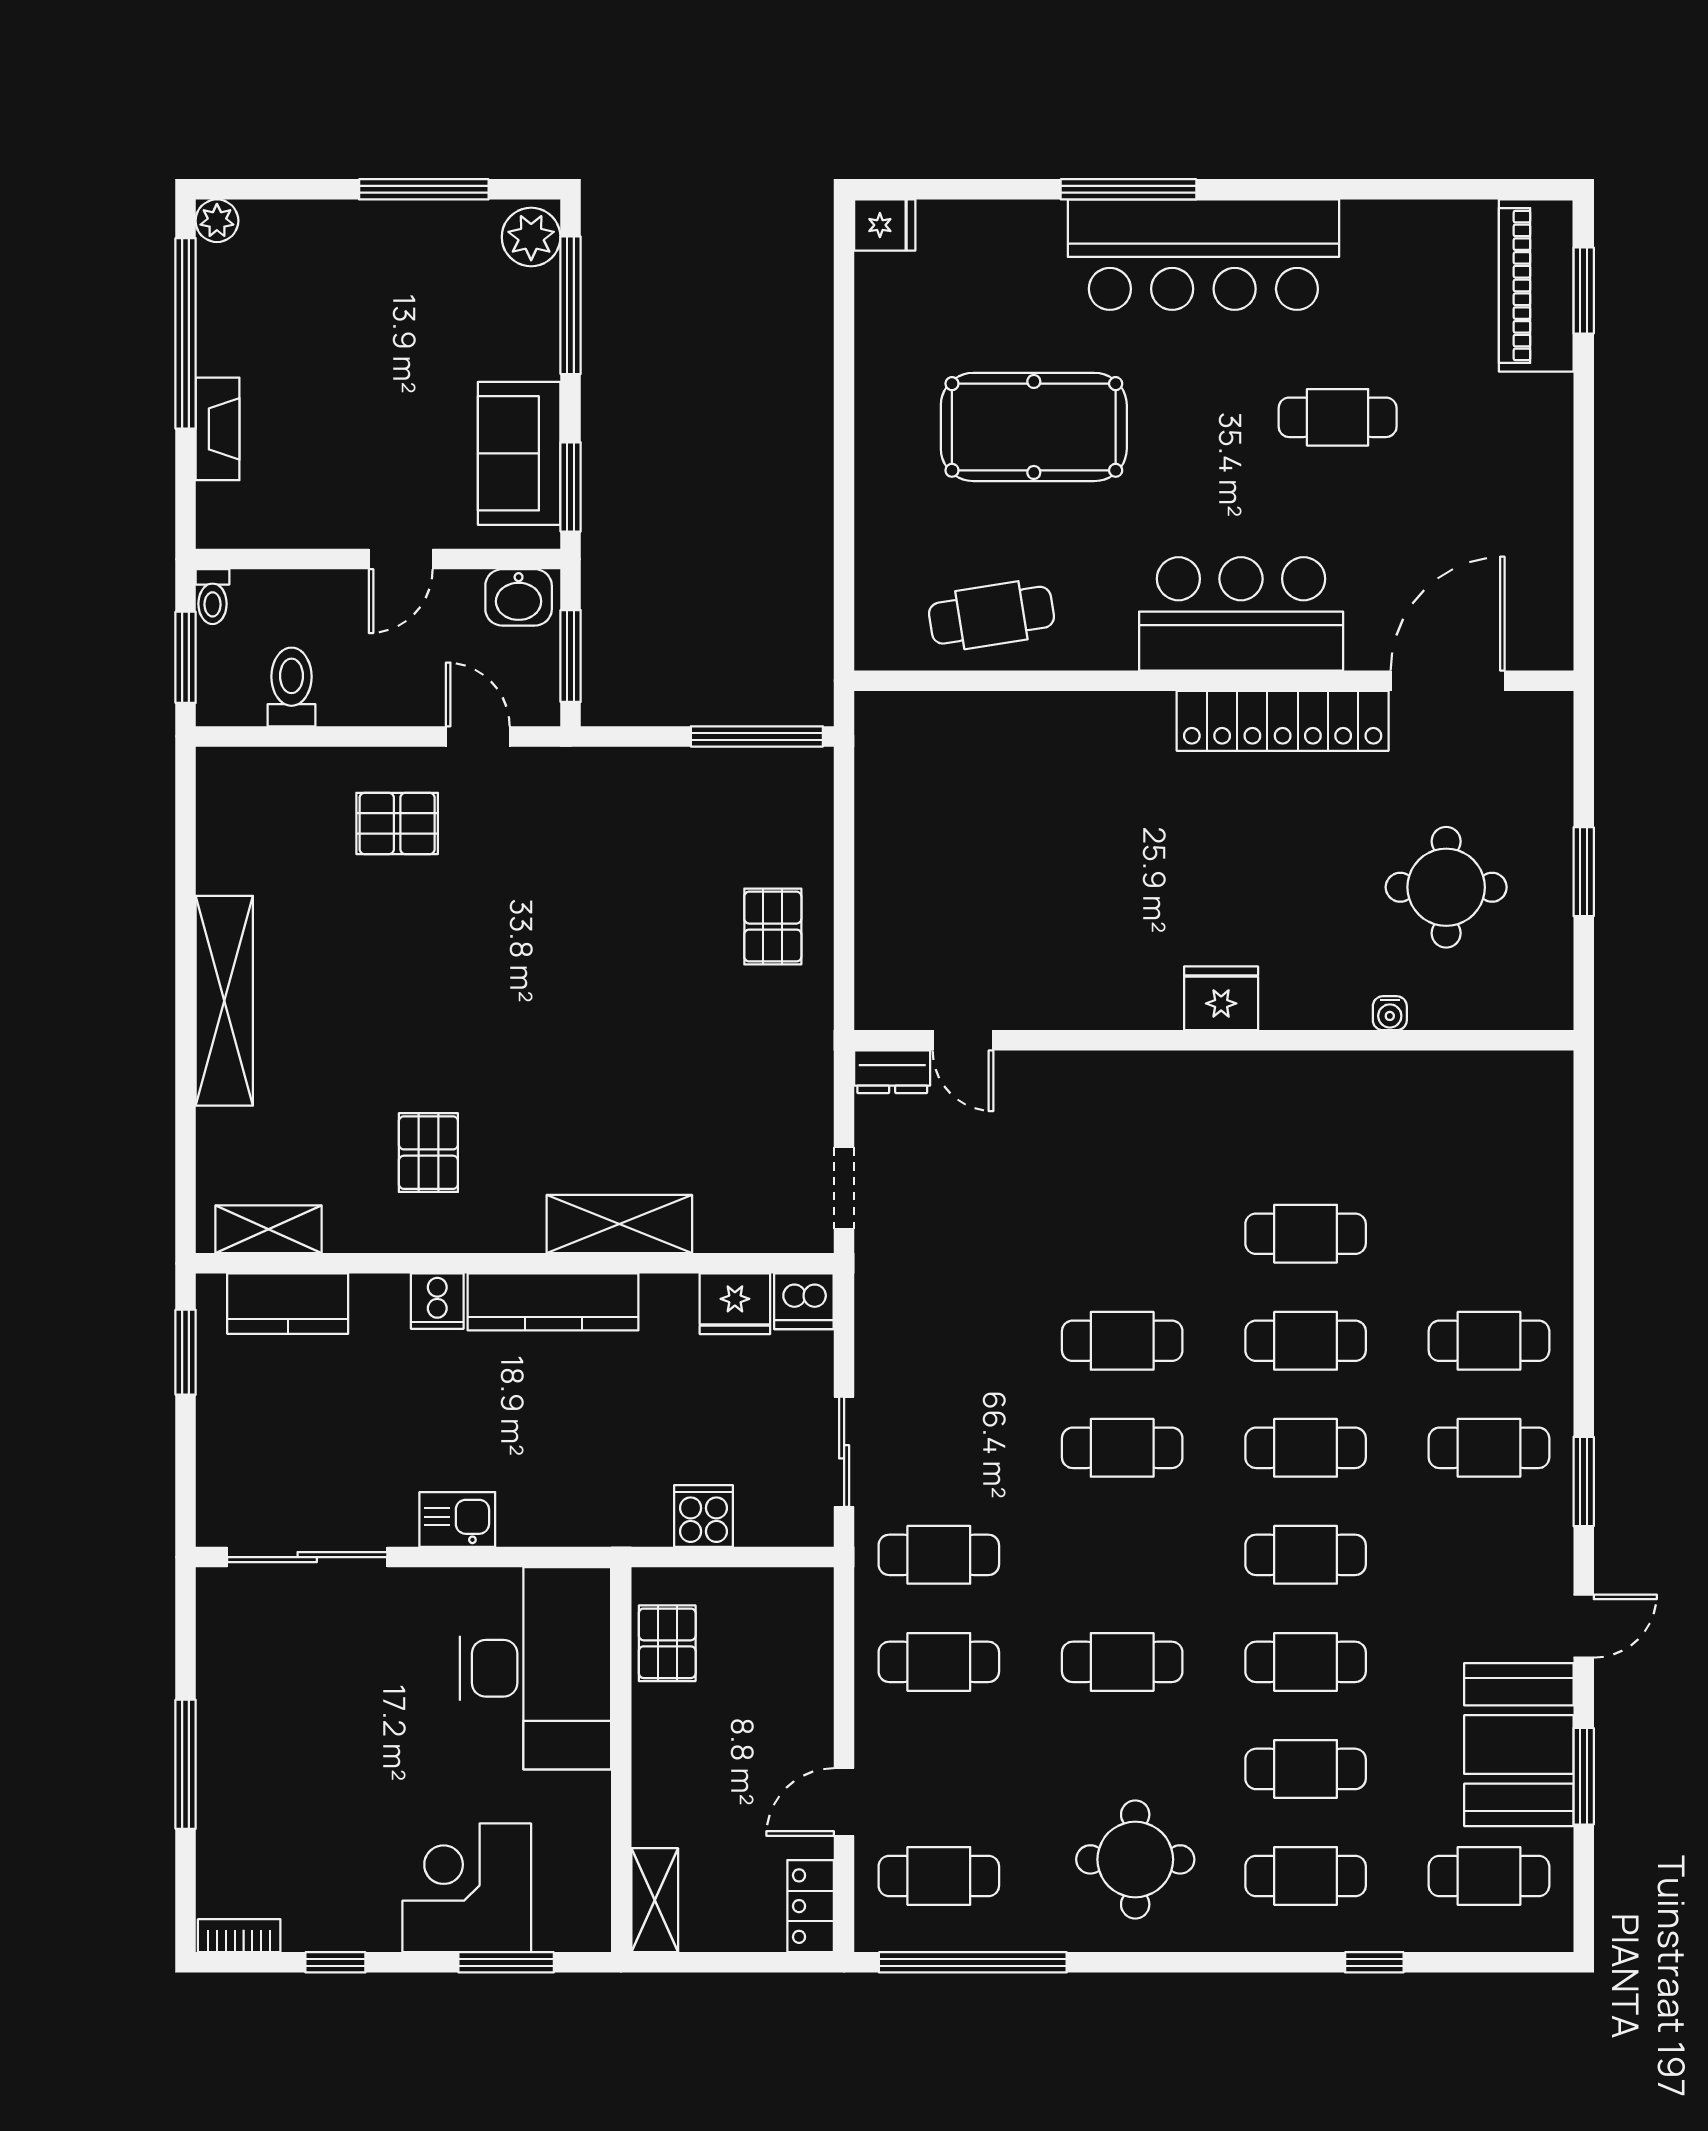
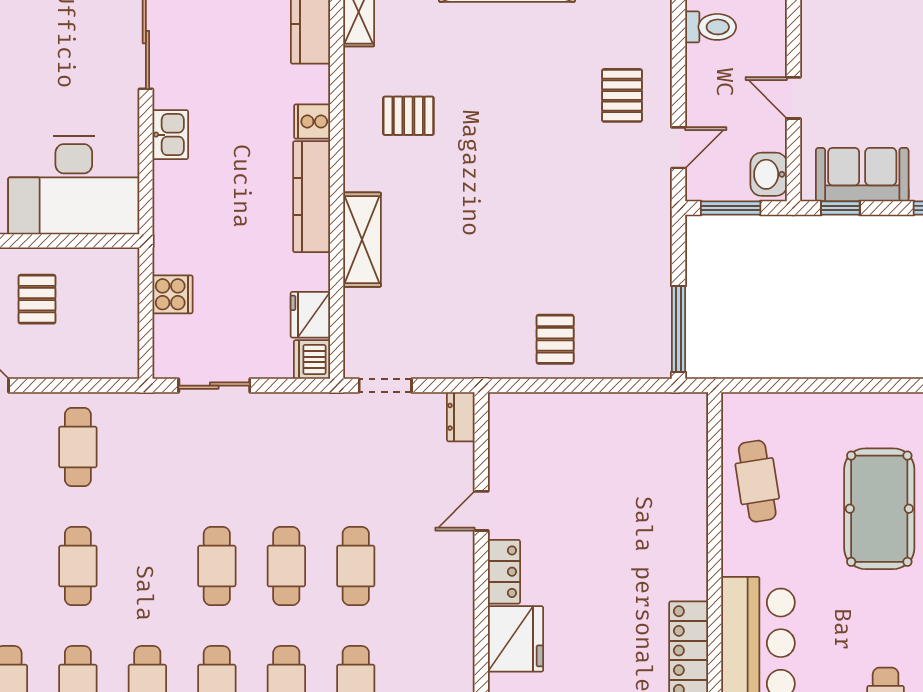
window: (571, 487) -> (840, 208), width x0.67
pallet: (773, 927) -> (555, 339), turned 90
fridge: (1221, 998) -> (516, 639), width x1.36, depth x1.34
locker: (1131, 1005) -> (504, 572), added
door: (963, 1040) -> (481, 511), moved
cafe table: (939, 1555) -> (356, 566), moved
pallet: (667, 1643) -> (37, 299), moved, turned 90

